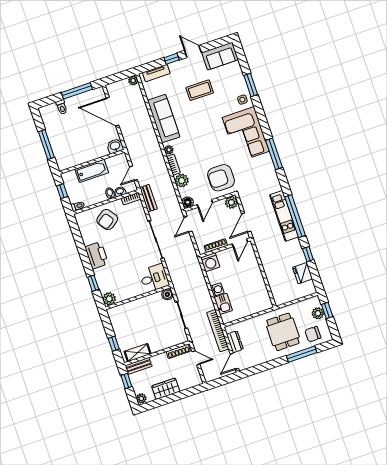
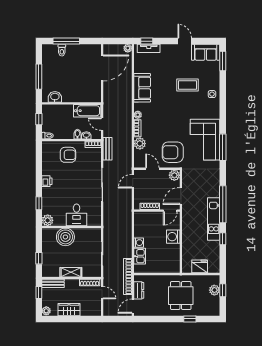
window: (172, 59) -> (147, 41), moved
window: (251, 85) -> (223, 61), moved
coffee table: (200, 90) -> (187, 85), moved
window: (77, 91) -> (66, 41), moved
door: (113, 112) -> (102, 68), swing flipped
sofa: (164, 119) -> (142, 88), width x0.73
corner sofa: (246, 134) -> (205, 140), moved
washbasin: (115, 146) -> (55, 97), moved
bathtub: (92, 171) -> (87, 111), moved
door: (133, 173) -> (102, 124), hinge flipped
floor lamp: (188, 202) -> (139, 163), removed
door: (205, 203) -> (152, 169), swing flipped
kitchen unit: (284, 216) -> (214, 219), moved
armchair: (107, 220) -> (68, 155), turned -144
printer: (97, 255) -> (47, 181), width x0.53, depth x0.68
washing machine: (210, 262) -> (173, 237), moved, turned 90
fridge: (303, 273) -> (200, 266), moved, turned 90
desk: (154, 278) -> (77, 215), moved, turned 90
boiler: (167, 294) -> (65, 237), moved, width x1.86, depth x1.86
chair: (313, 334) -> (205, 306), removed
shelving: (138, 353) -> (71, 272), moved
window: (302, 354) -> (190, 319), width x0.46

